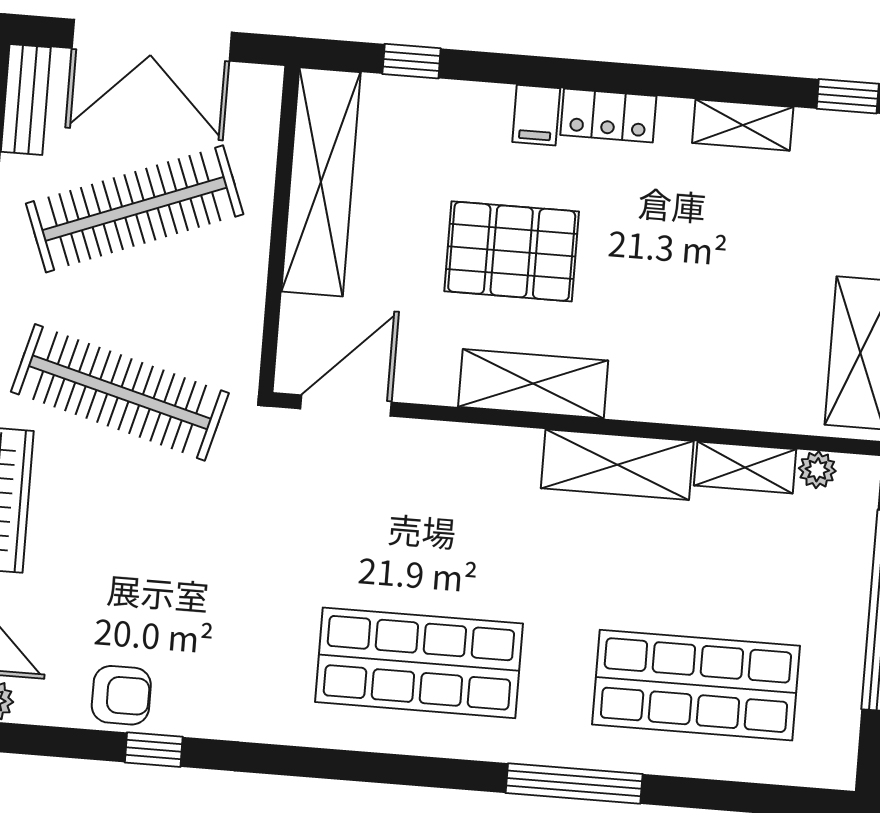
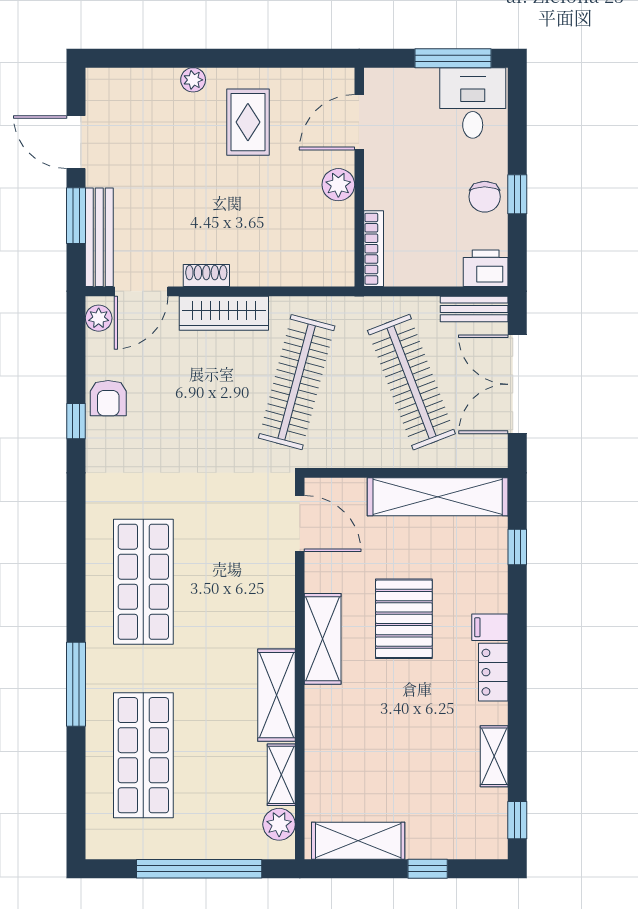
plant: (817, 470) -> (279, 824), width x1.38, depth x1.38

